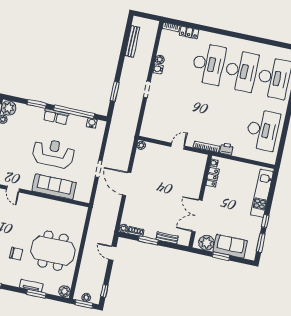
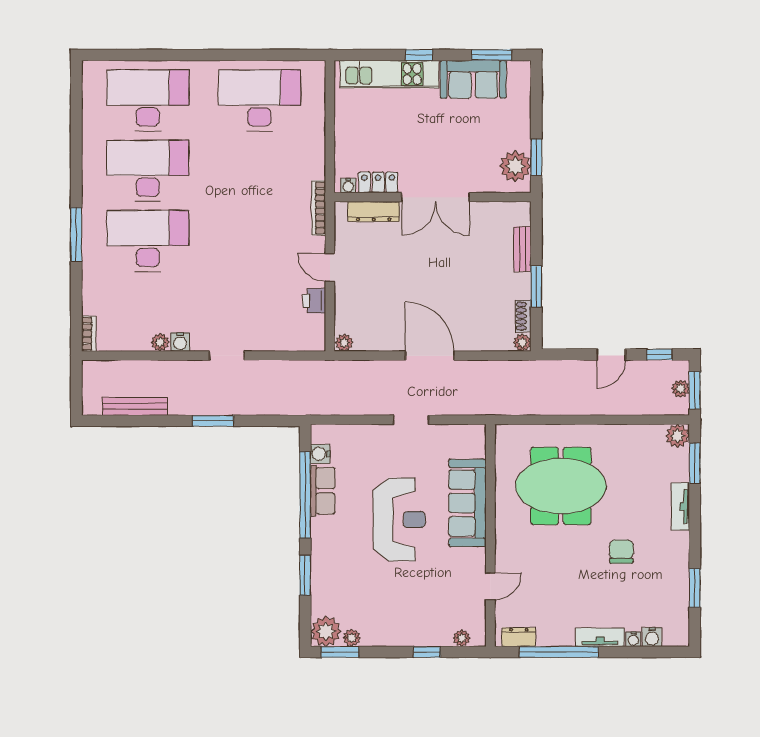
window: (218, 31) -> (76, 235), added
locker: (189, 33) -> (92, 294), removed
window: (115, 91) -> (213, 421), moved
row of seats: (56, 117) -> (323, 491), moved
printer: (226, 149) -> (314, 301), moved
reception desk: (53, 153) -> (399, 520), turned 180
dresser: (199, 172) -> (374, 212), added
door: (127, 184) -> (430, 356), swing flipped
double door: (197, 216) -> (436, 197), moved
window: (265, 221) -> (419, 55), moved
sofa: (230, 246) -> (473, 79), moved, turned -90
meeting table: (53, 251) -> (561, 486), moved, turned 90
door: (112, 253) -> (611, 354), moved
window: (221, 256) -> (536, 157), moved
window: (36, 294) -> (695, 463), moved

